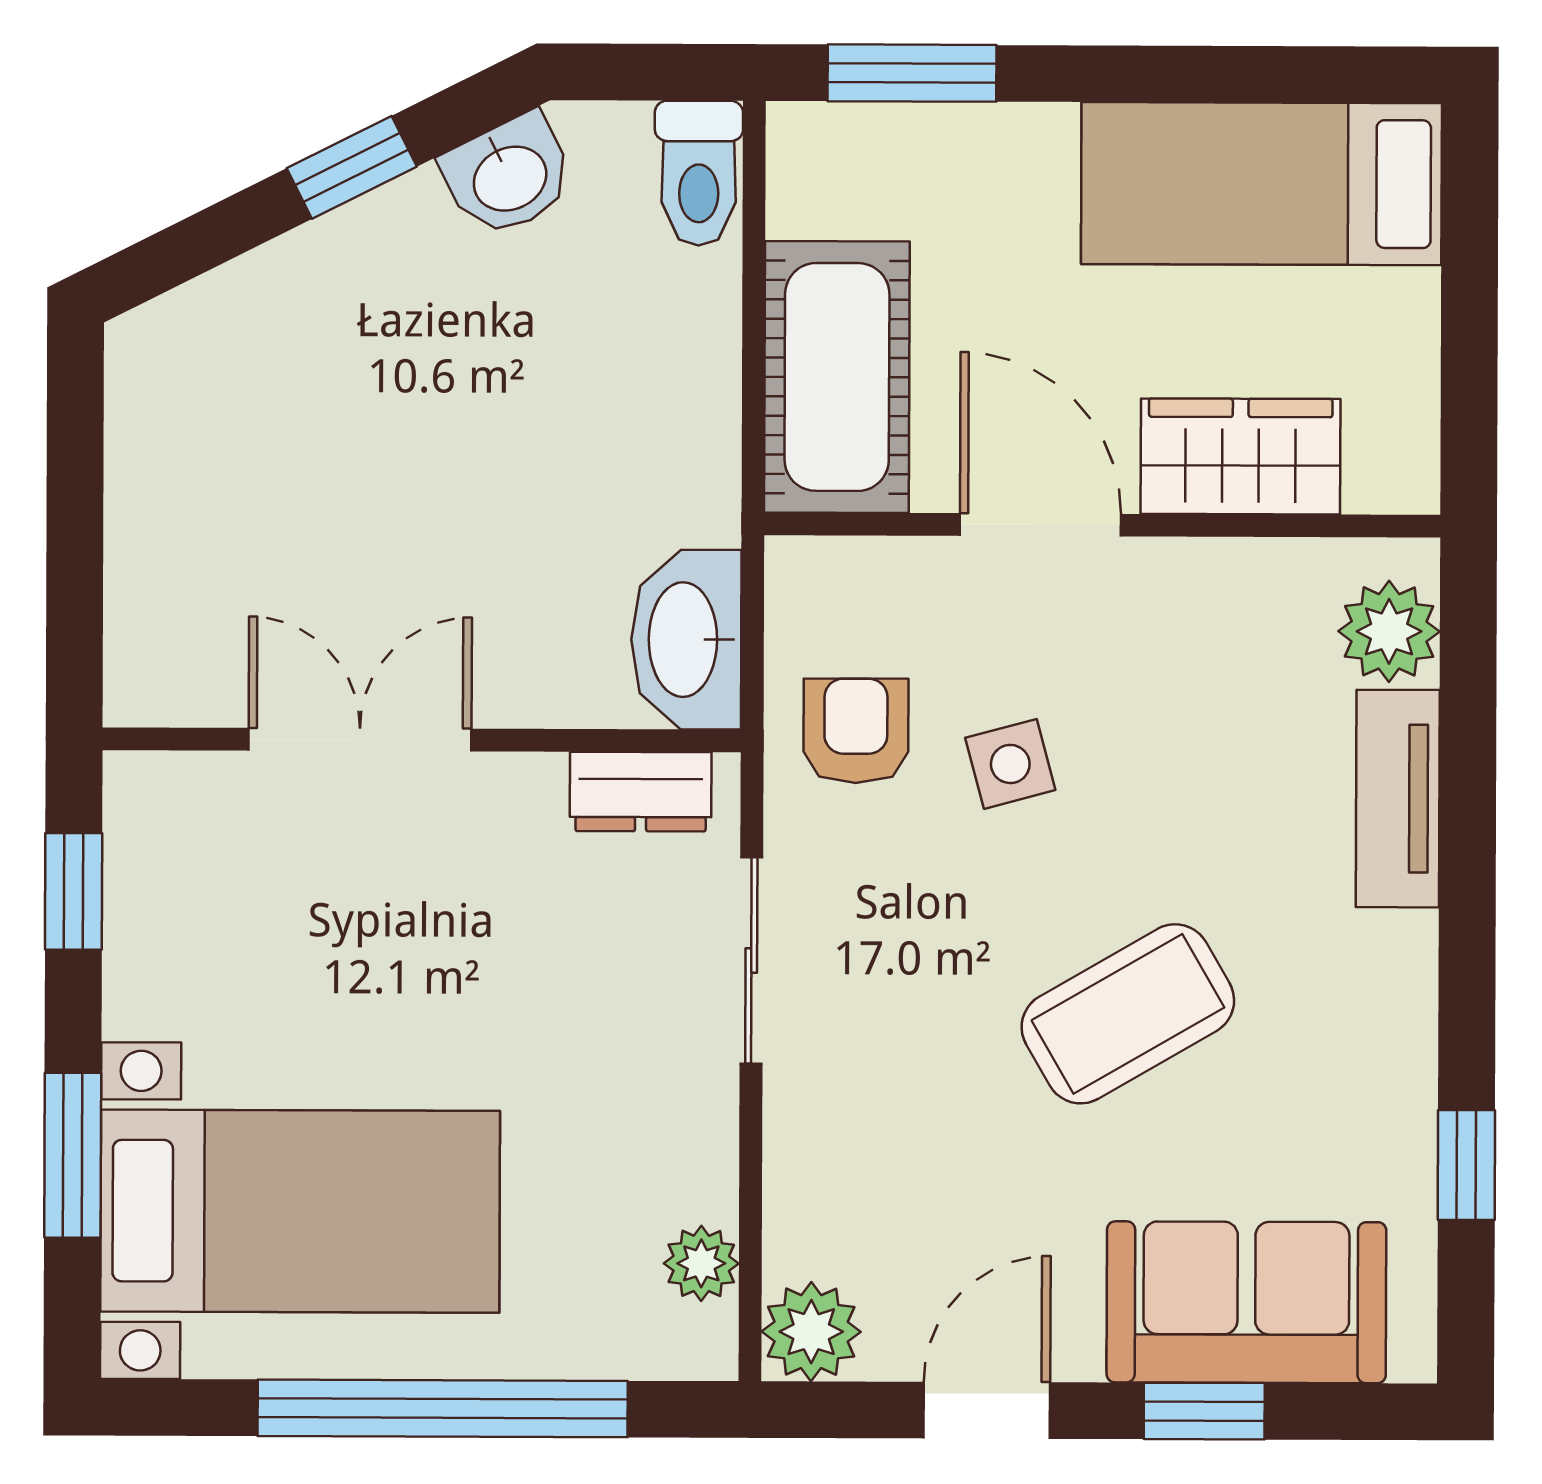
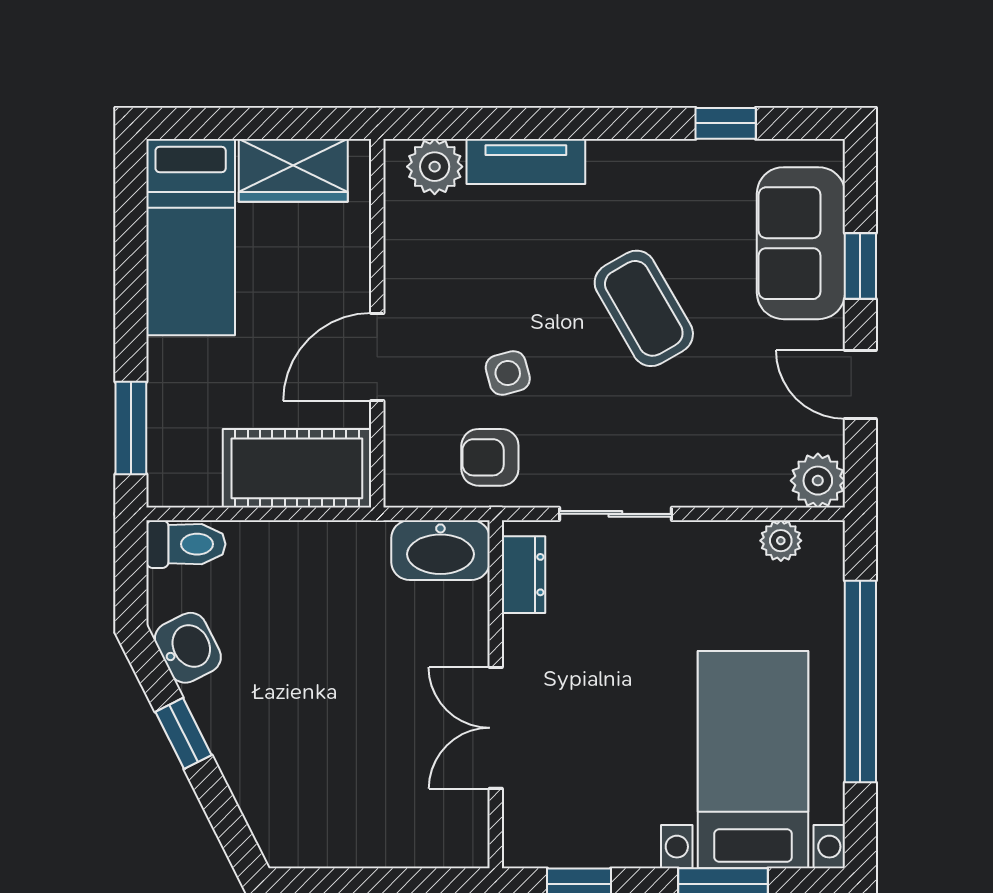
wardrobe: (1241, 456) -> (293, 170), moved, turned -90

